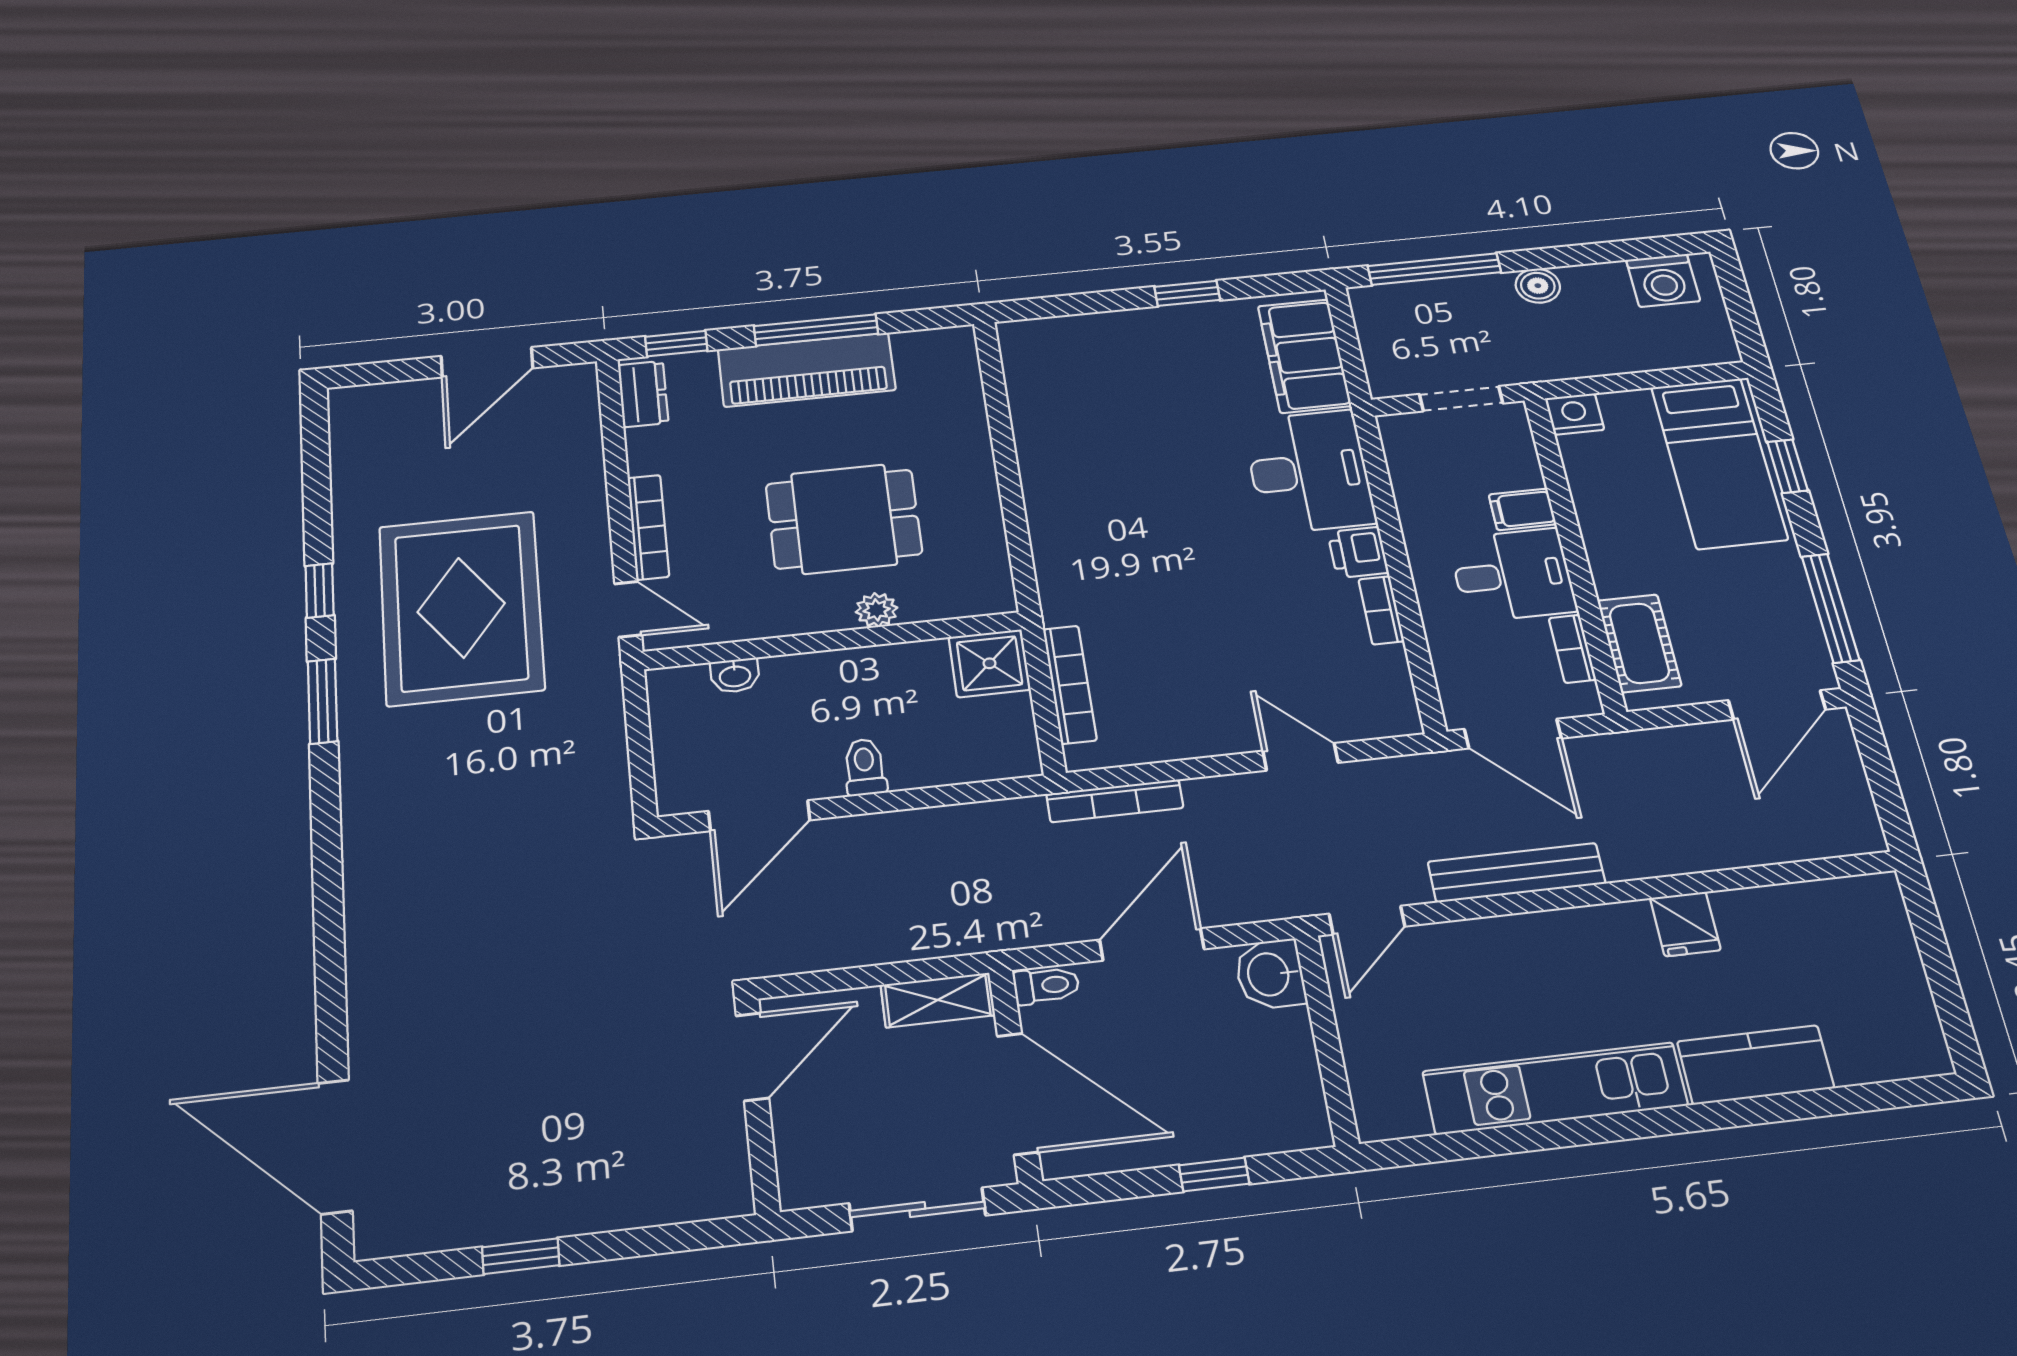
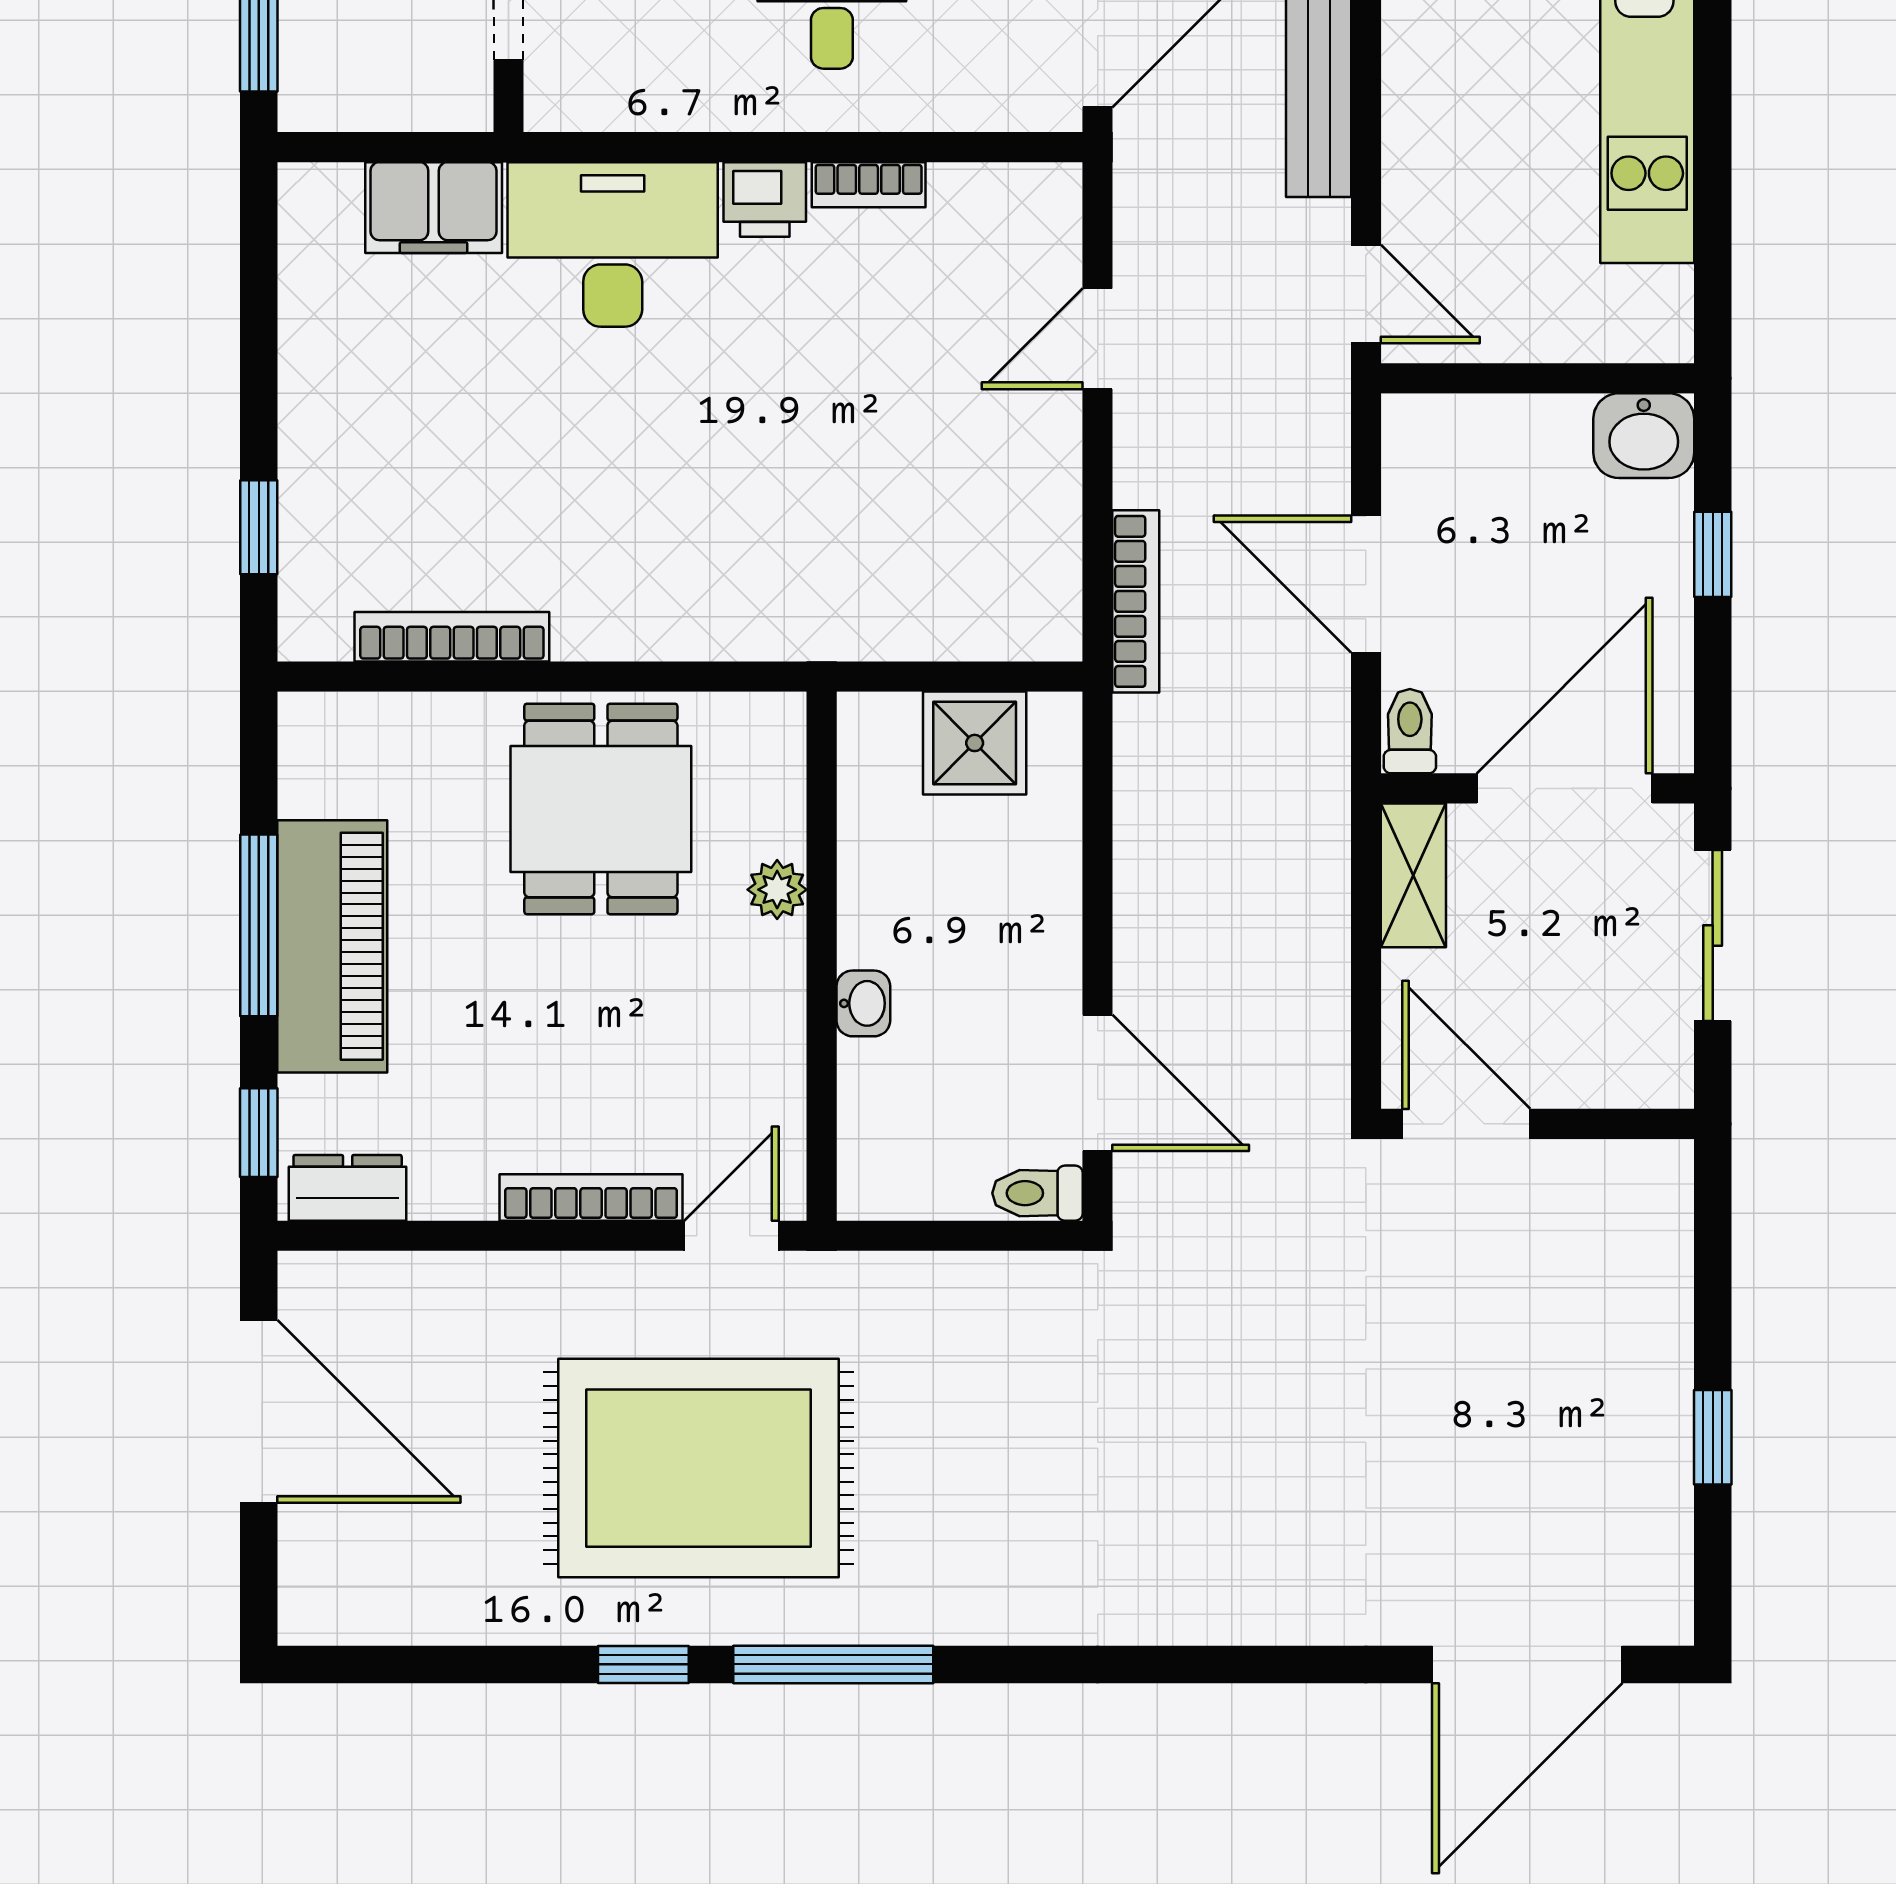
window: (1187, 293) -> (259, 527), moved
filing cabinet: (1304, 356) -> (434, 208), width x0.67, depth x0.86
door: (487, 362) -> (259, 1411), width x1.36
dining table: (844, 519) -> (601, 809), moved
shower: (989, 663) -> (975, 743), moved
washbasin: (735, 676) -> (863, 1003), moved
bookcase: (1070, 684) -> (452, 637), moved
window: (323, 701) -> (833, 1664), width x1.44
toilet: (865, 767) -> (1038, 1193), moved
washbasin: (1270, 974) -> (1644, 436), moved

